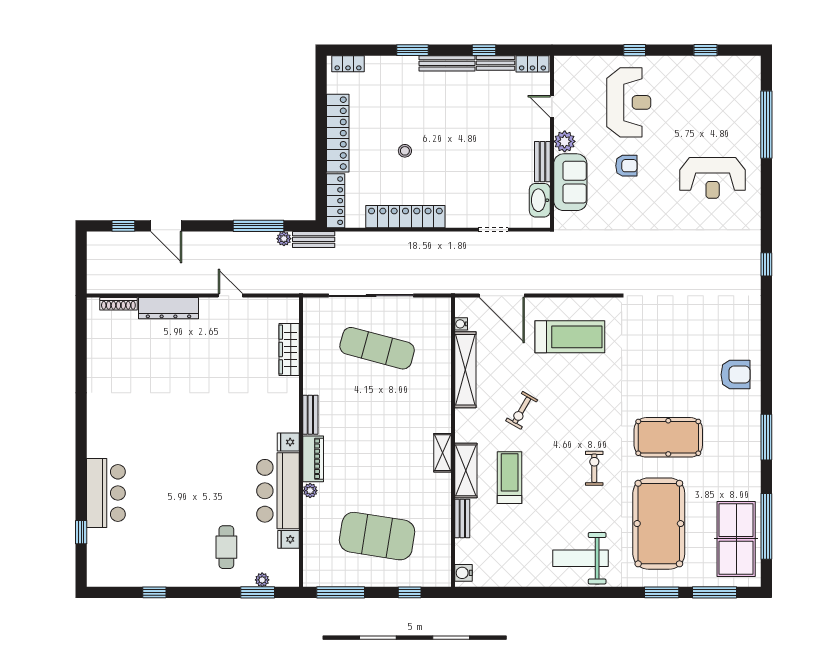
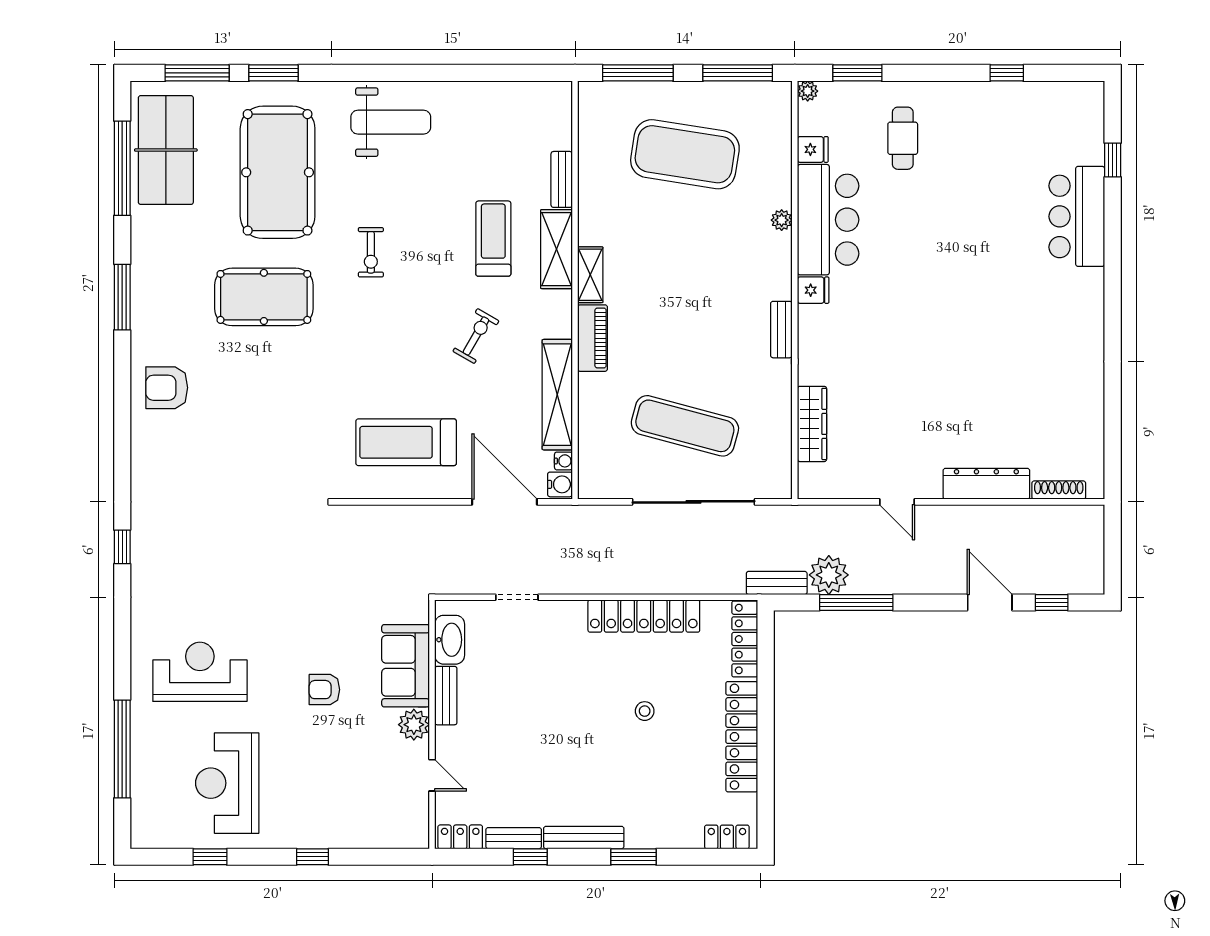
reception desk: (629, 102) -> (227, 783), moved
plant: (284, 239) -> (829, 575), width x1.88, depth x1.88
piano: (313, 459) -> (593, 338), moved, turned 180
treadmill: (510, 478) -> (493, 239), turned 180
water cooler: (463, 573) -> (560, 484), moved
plant: (262, 580) -> (808, 91), moved
window: (410, 592) -> (638, 73), width x2.17

